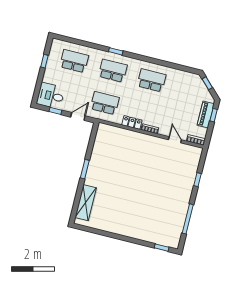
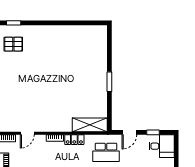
door: (175, 140) -> (27, 133), hinge flipped
shelving: (86, 203) -> (90, 125), moved, turned 90
pallet: (167, 228) -> (13, 44), added

